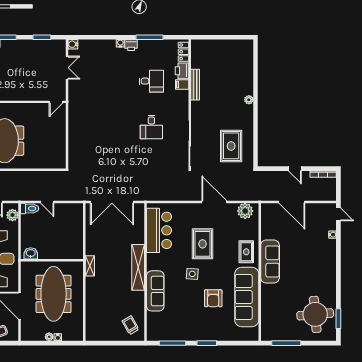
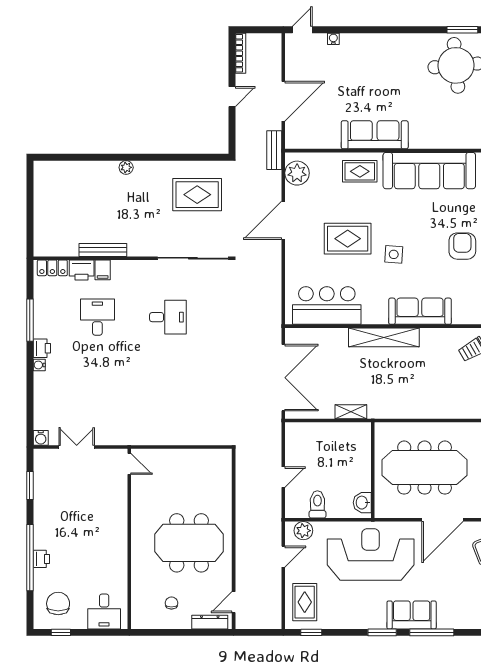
bench: (260, 196) -> (274, 150), added
toilet: (30, 209) -> (317, 504), moved
shelving: (90, 266) -> (351, 412), moved
armchair: (213, 298) -> (462, 246), moved, turned -90

